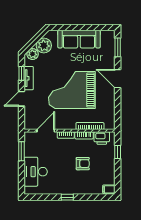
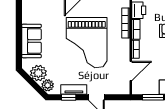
sofa: (79, 39) -> (32, 41), width x0.73
door: (46, 131) -> (131, 71), swing flipped

